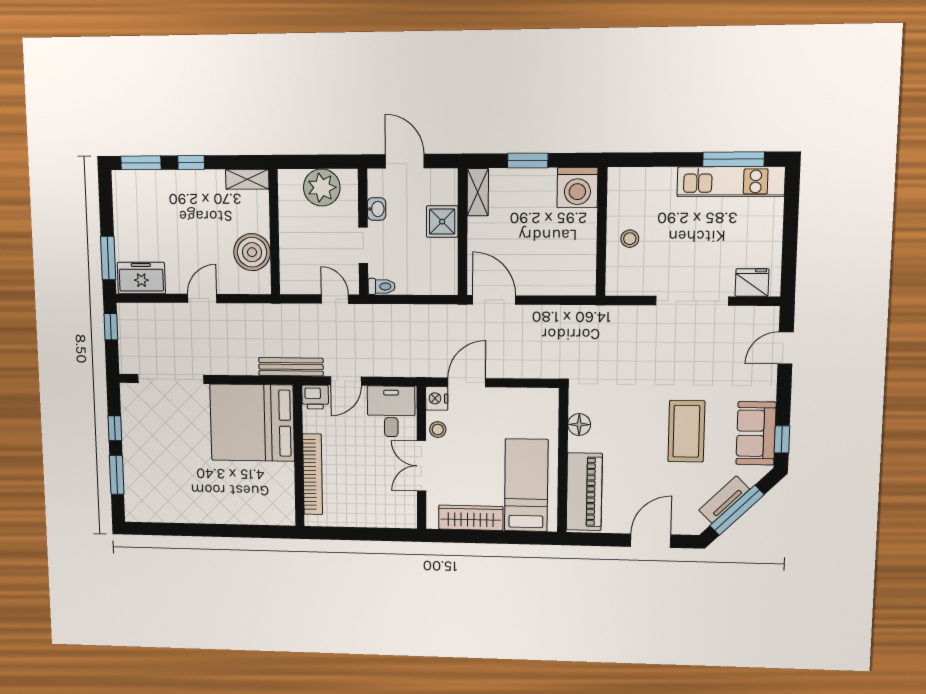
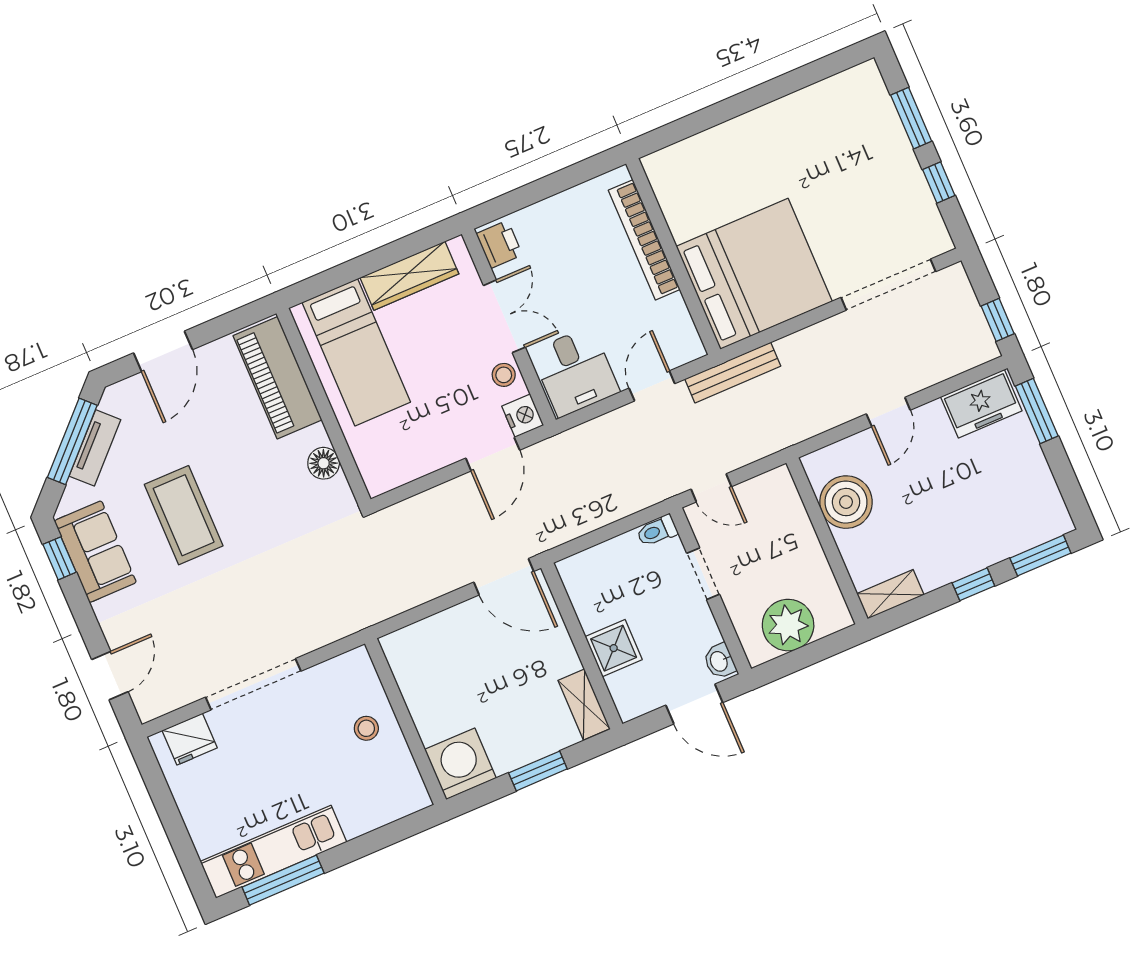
washbasin: (377, 209) -> (719, 661), moved
printer: (315, 397) -> (499, 244), moved, turned 90

